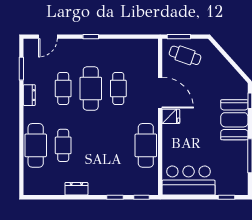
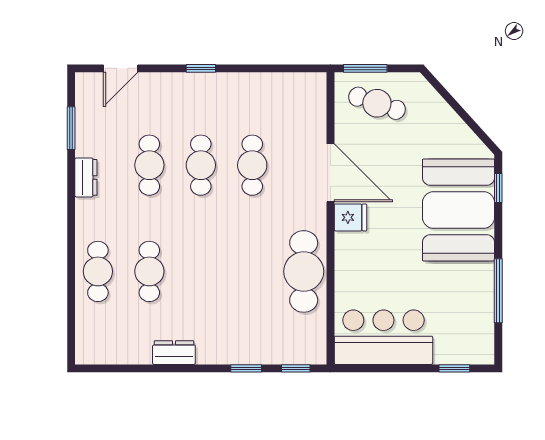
cafe table: (91, 88) -> (201, 165), width x0.73, depth x0.74
booth: (234, 120) -> (458, 210), width x1.36, depth x1.42
cafe table: (36, 145) -> (98, 271), width x0.73, depth x0.74

